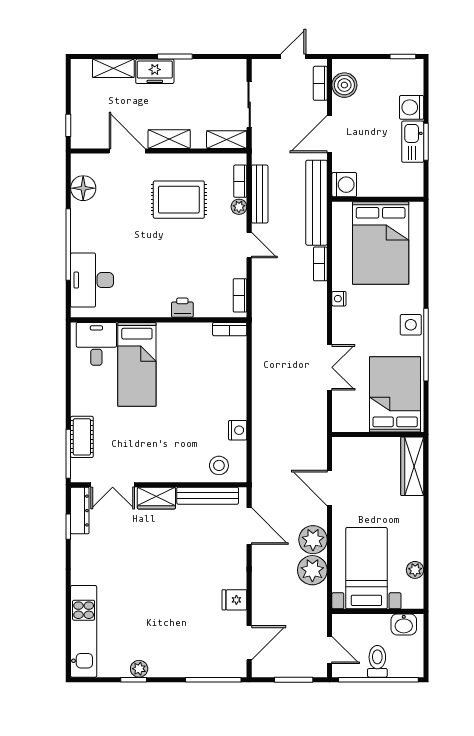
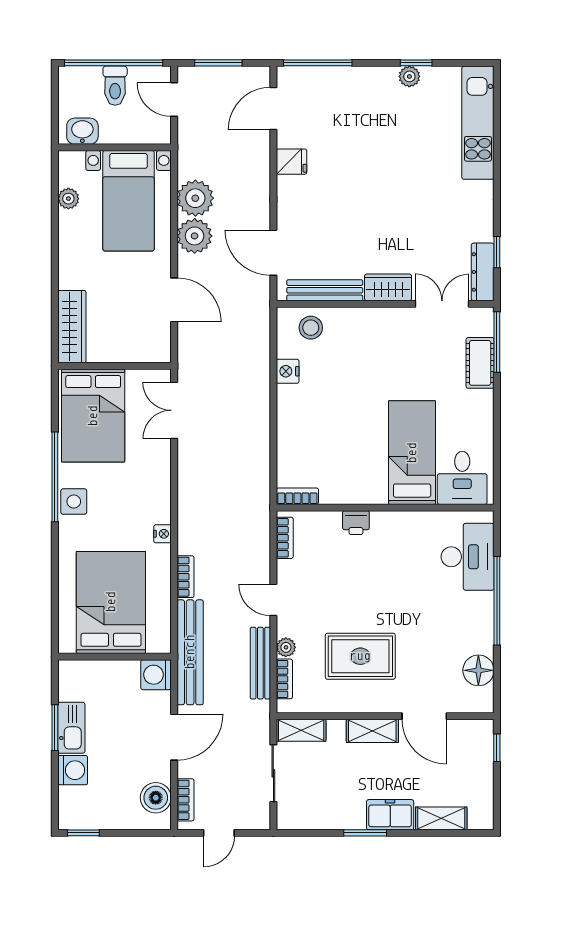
double door: (330, 367) -> (174, 410), moved

